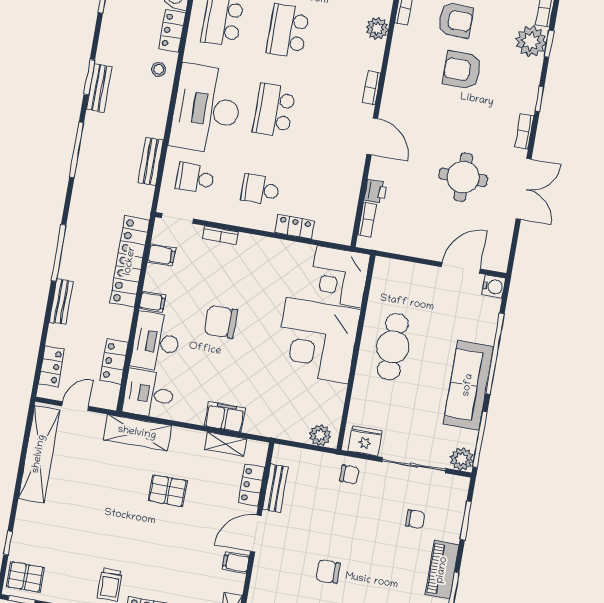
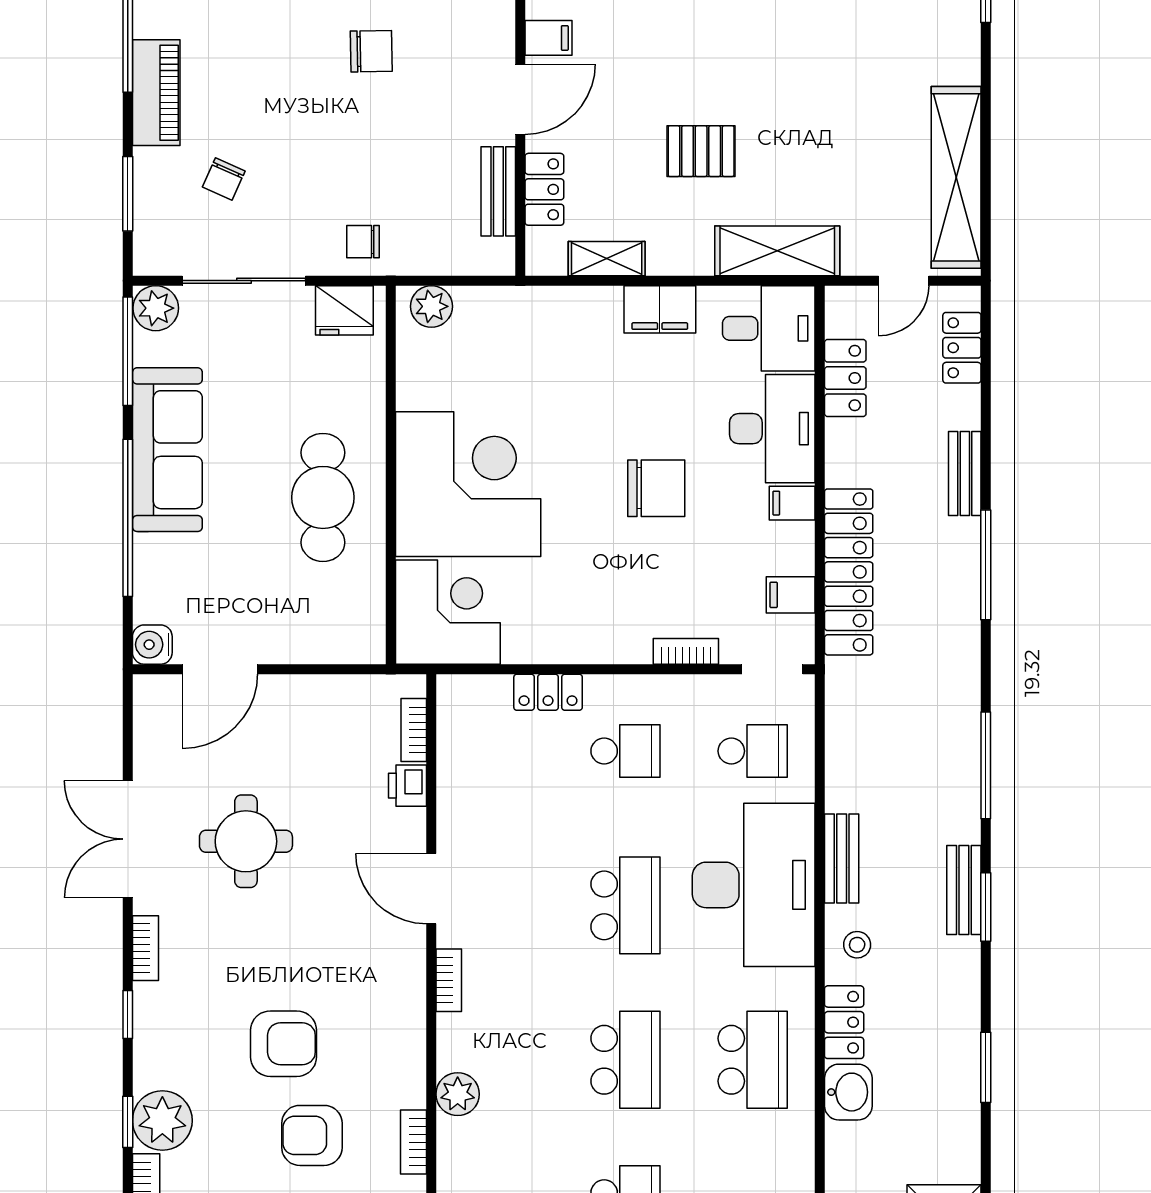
bench: (151, 162) -> (842, 859), moved
filing cabinet: (225, 417) -> (660, 309), moved
chair: (415, 519) -> (224, 179), turned -66

